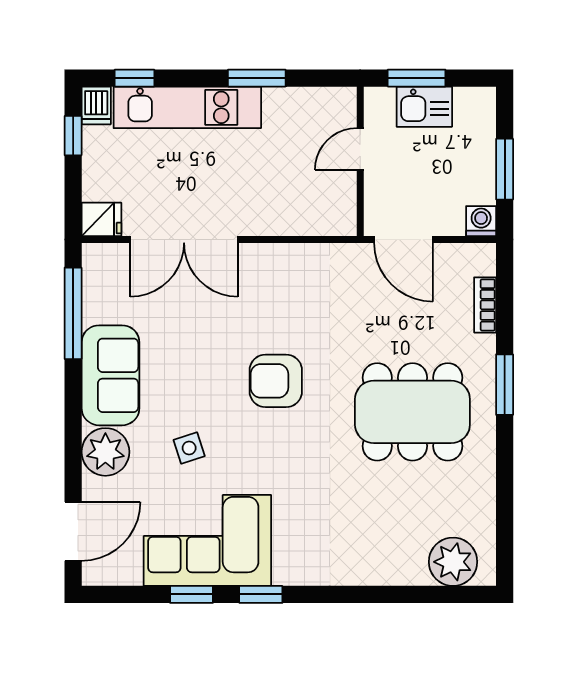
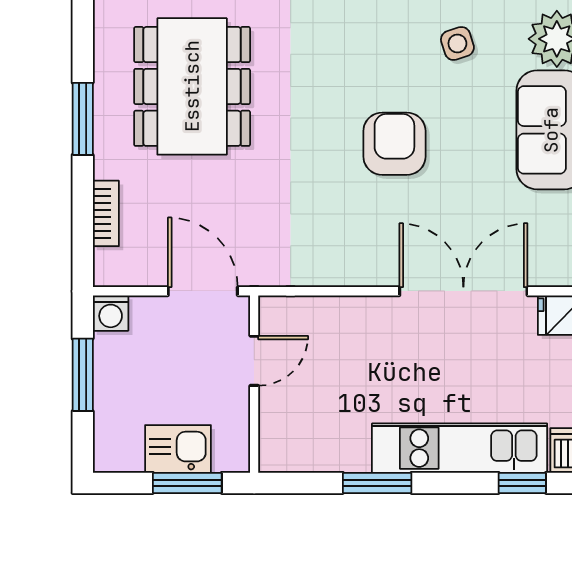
door: (360, 149) -> (254, 361), moved
armchair: (276, 381) -> (394, 144), moved, turned -90
dining table: (412, 412) -> (192, 86), turned 90

